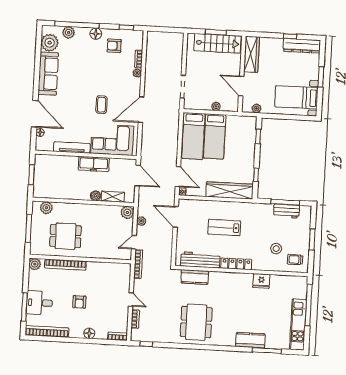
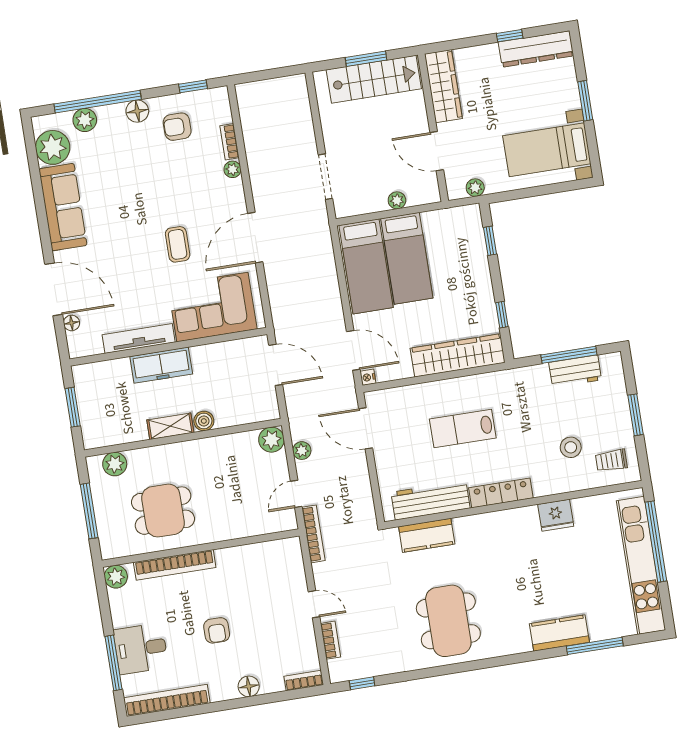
freezer: (94, 164) -> (161, 365), moved
shelving: (113, 197) -> (170, 426), moved
kitchen unit: (298, 324) -> (641, 565), width x1.36

